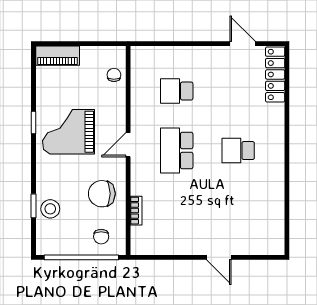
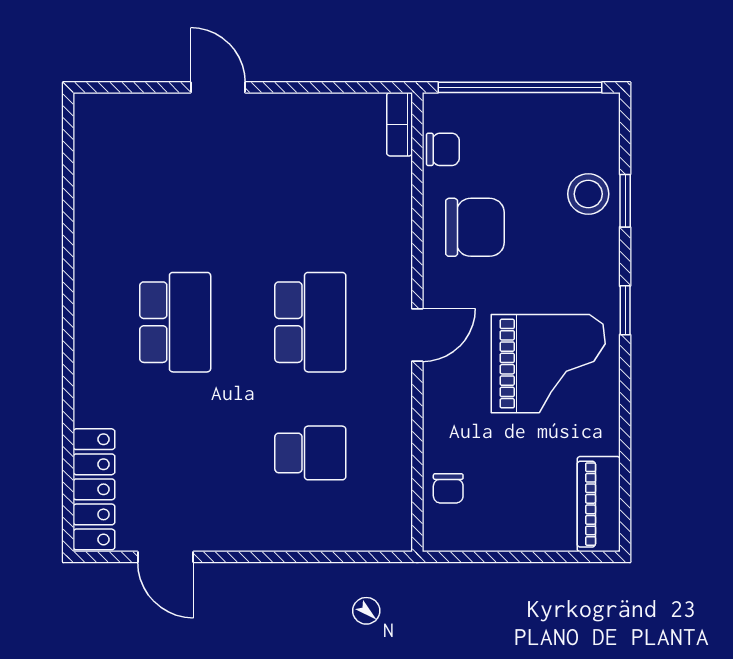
piano: (58, 56) -> (599, 504), moved, turned -90
window: (33, 123) -> (625, 310), moved
school desk: (238, 151) -> (175, 322), width x1.85
bookcase: (136, 211) -> (400, 124), moved
chair: (101, 237) -> (443, 149), moved, turned 90

